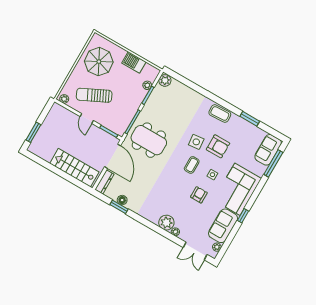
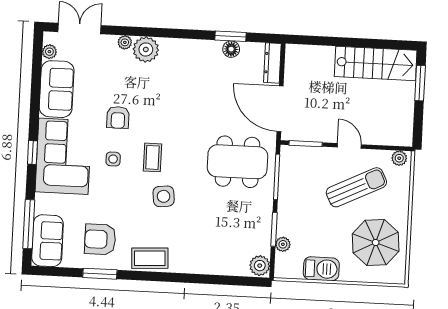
armchair: (218, 146) -> (100, 239), moved
stairs: (74, 168) -> (376, 63), moved
window: (243, 216) -> (32, 153), moved

